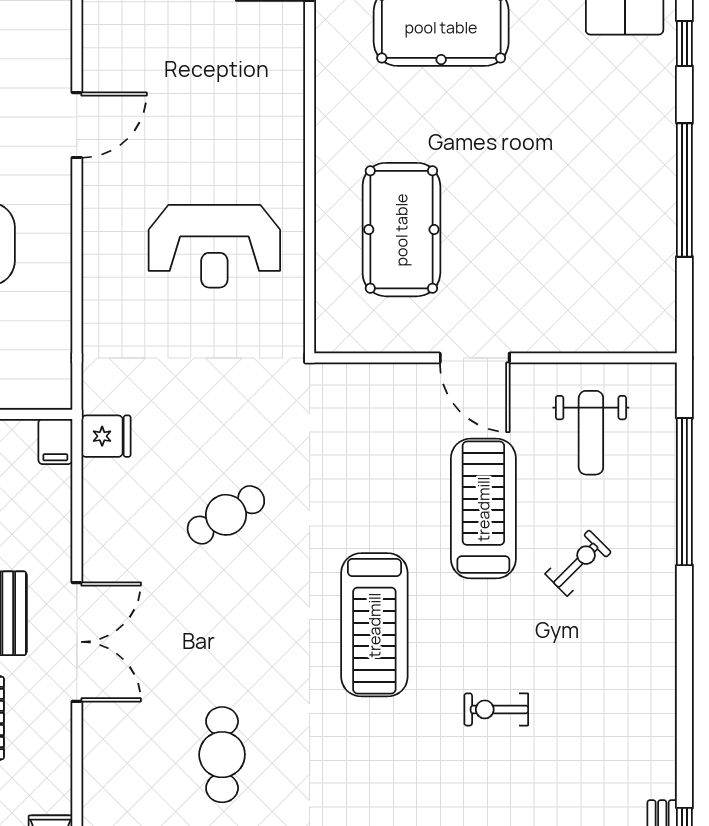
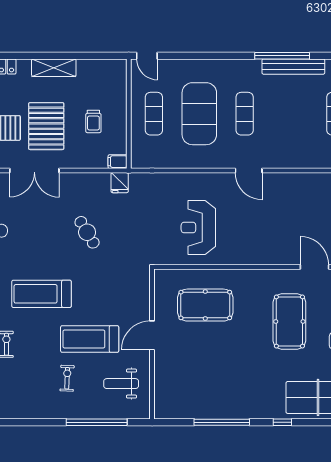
treadmill: (483, 509) -> (90, 339), turned 180
exercise bike: (578, 563) -> (67, 378), turned -133

